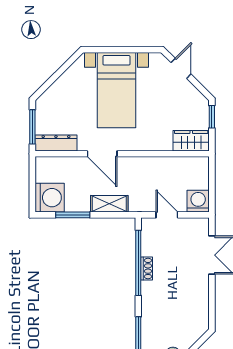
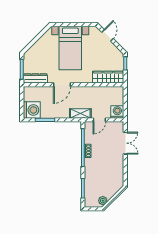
wardrobe: (191, 141) -> (108, 77), width x1.50
door: (102, 154) -> (62, 85), hinge flipped
shelving: (109, 204) -> (80, 114), moved
door: (167, 215) -> (99, 120), swing flipped

